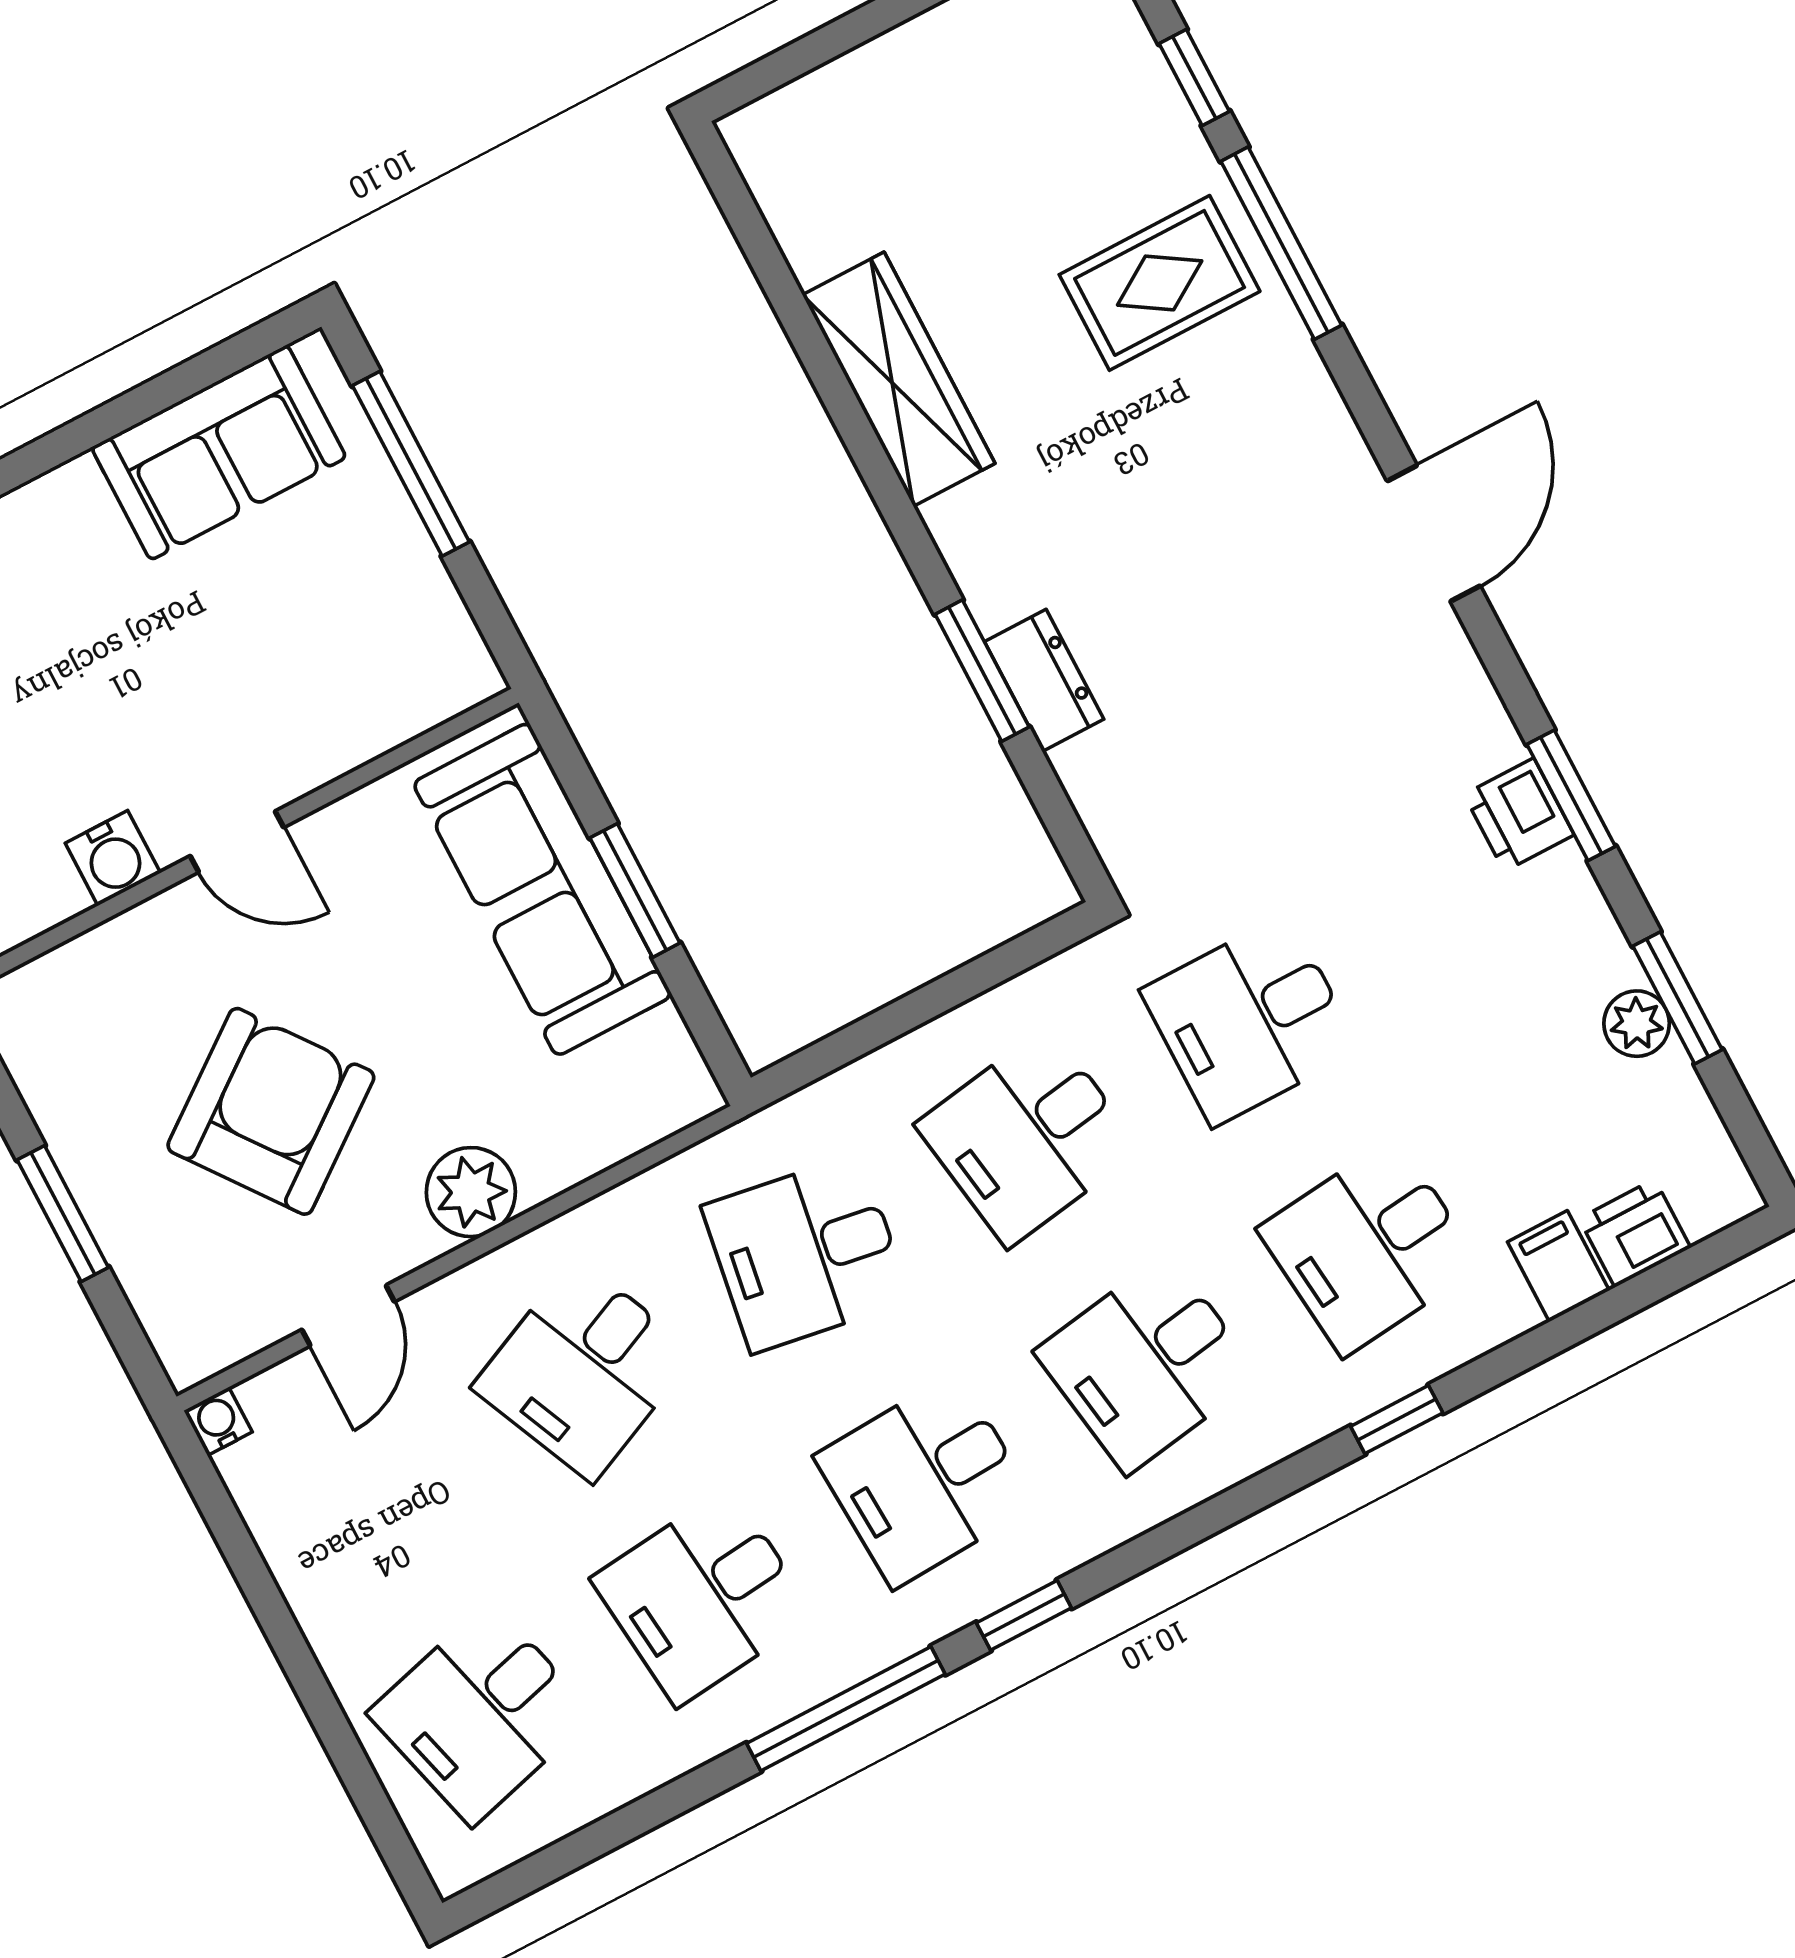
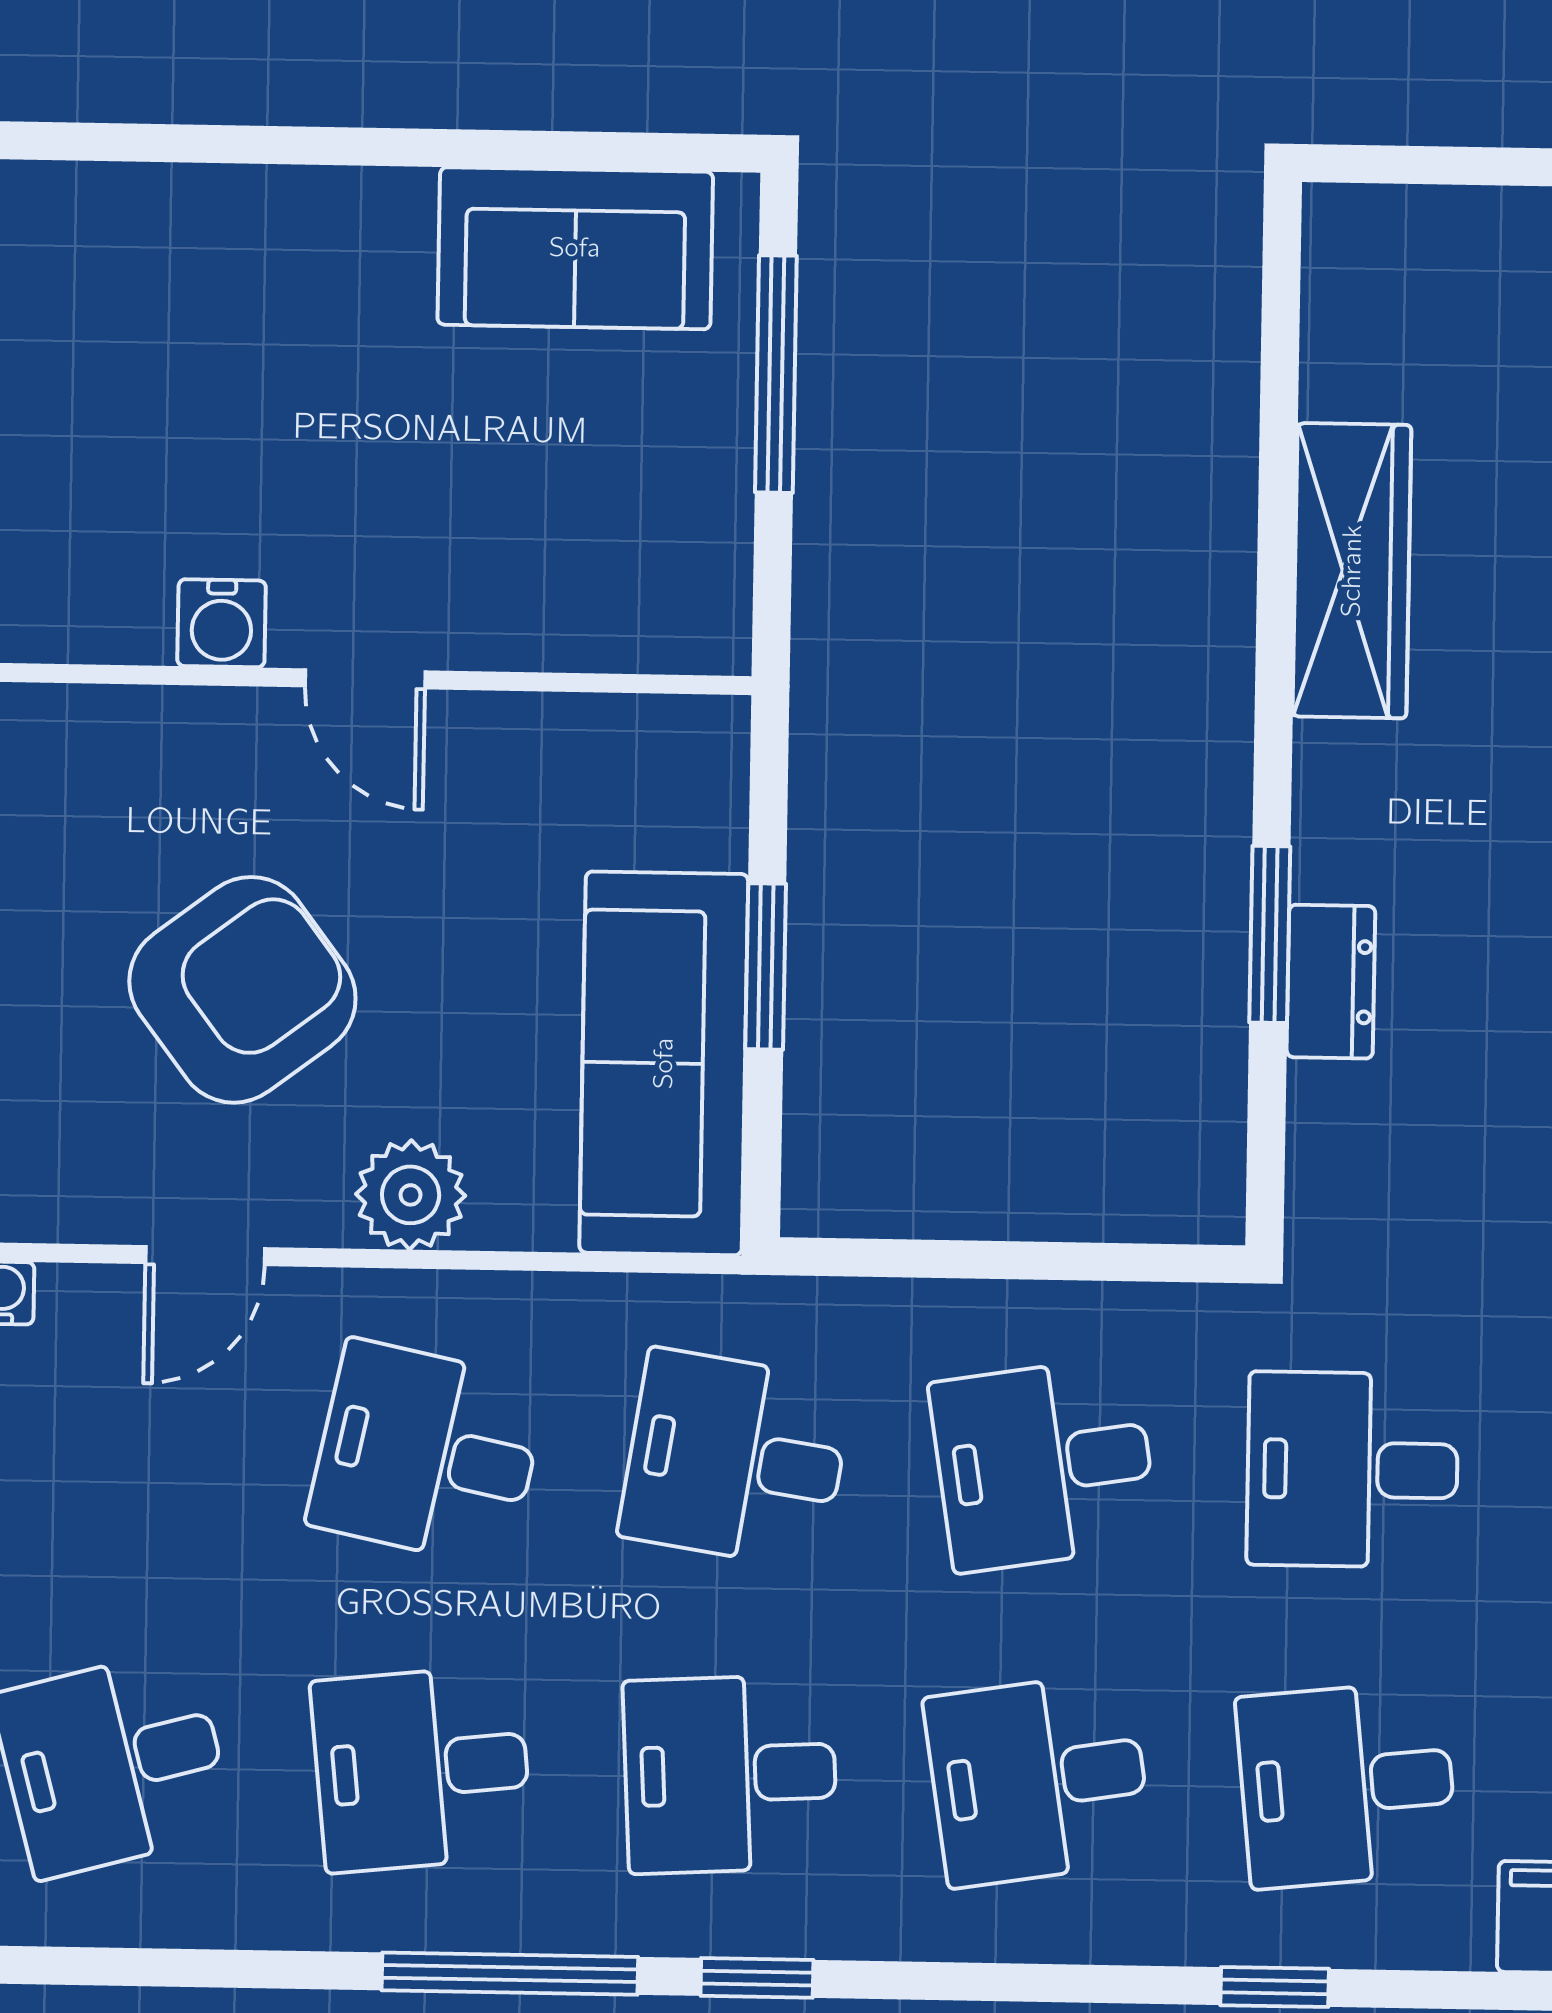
sofa: (542, 889) -> (664, 1063), moved
desk: (584, 1370) -> (427, 1454), turned 36

